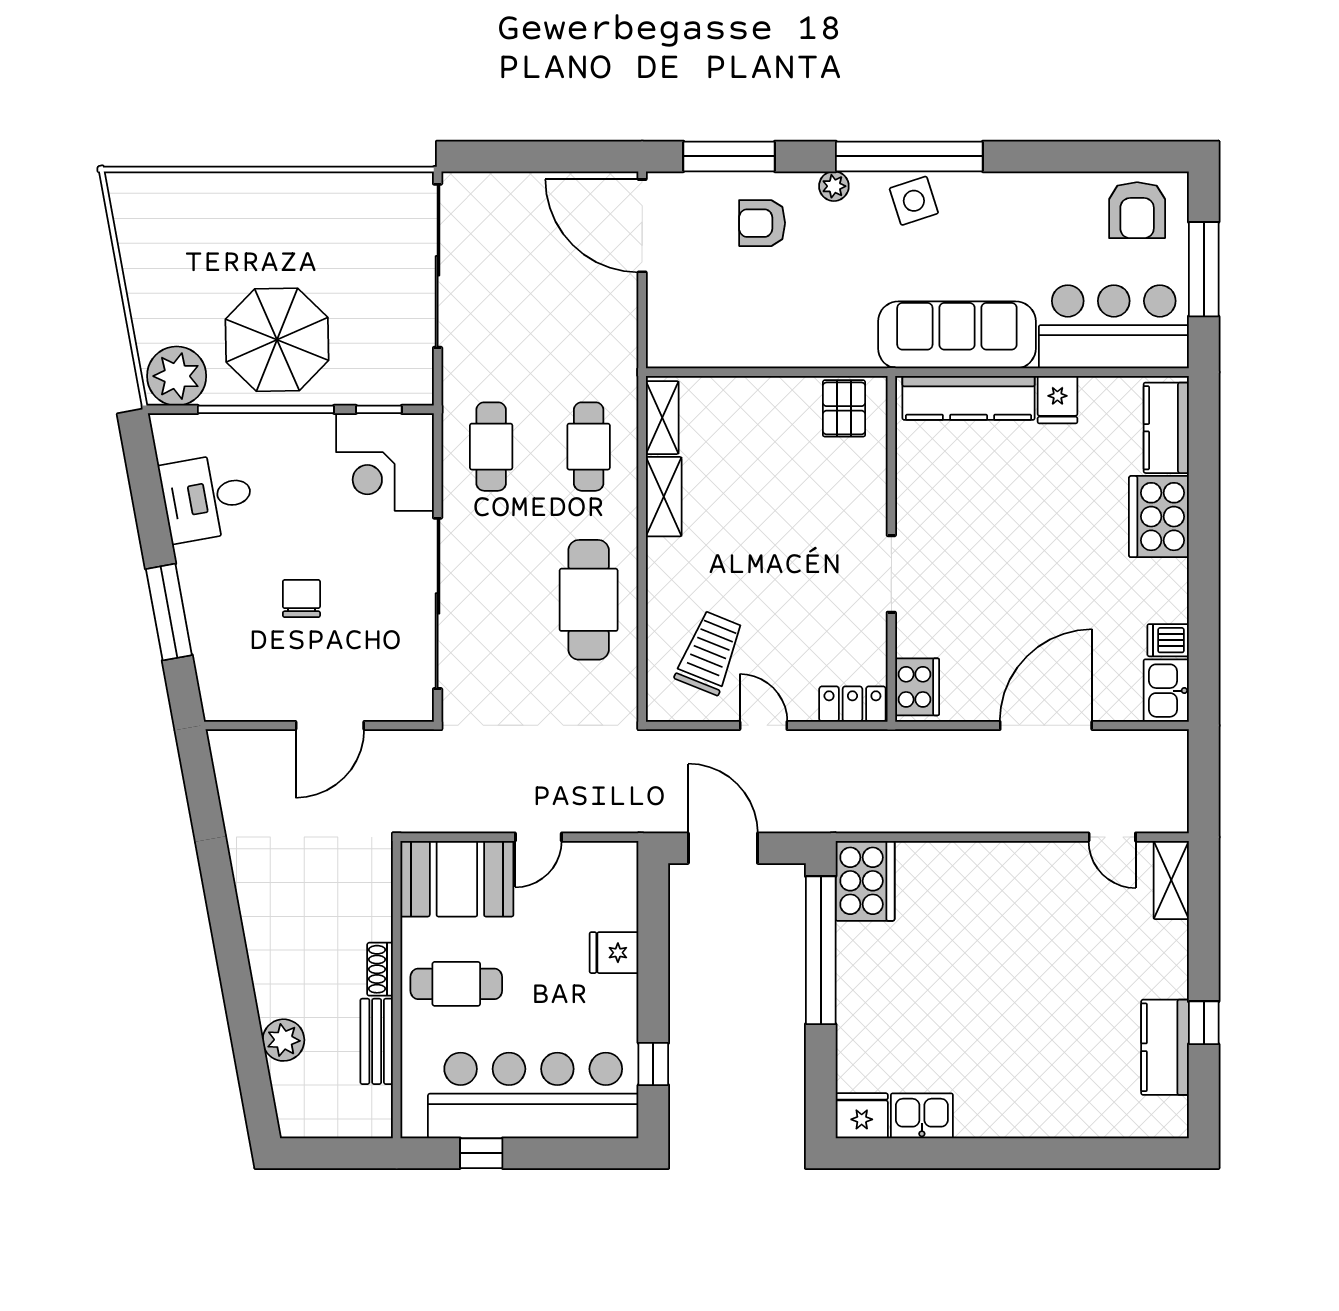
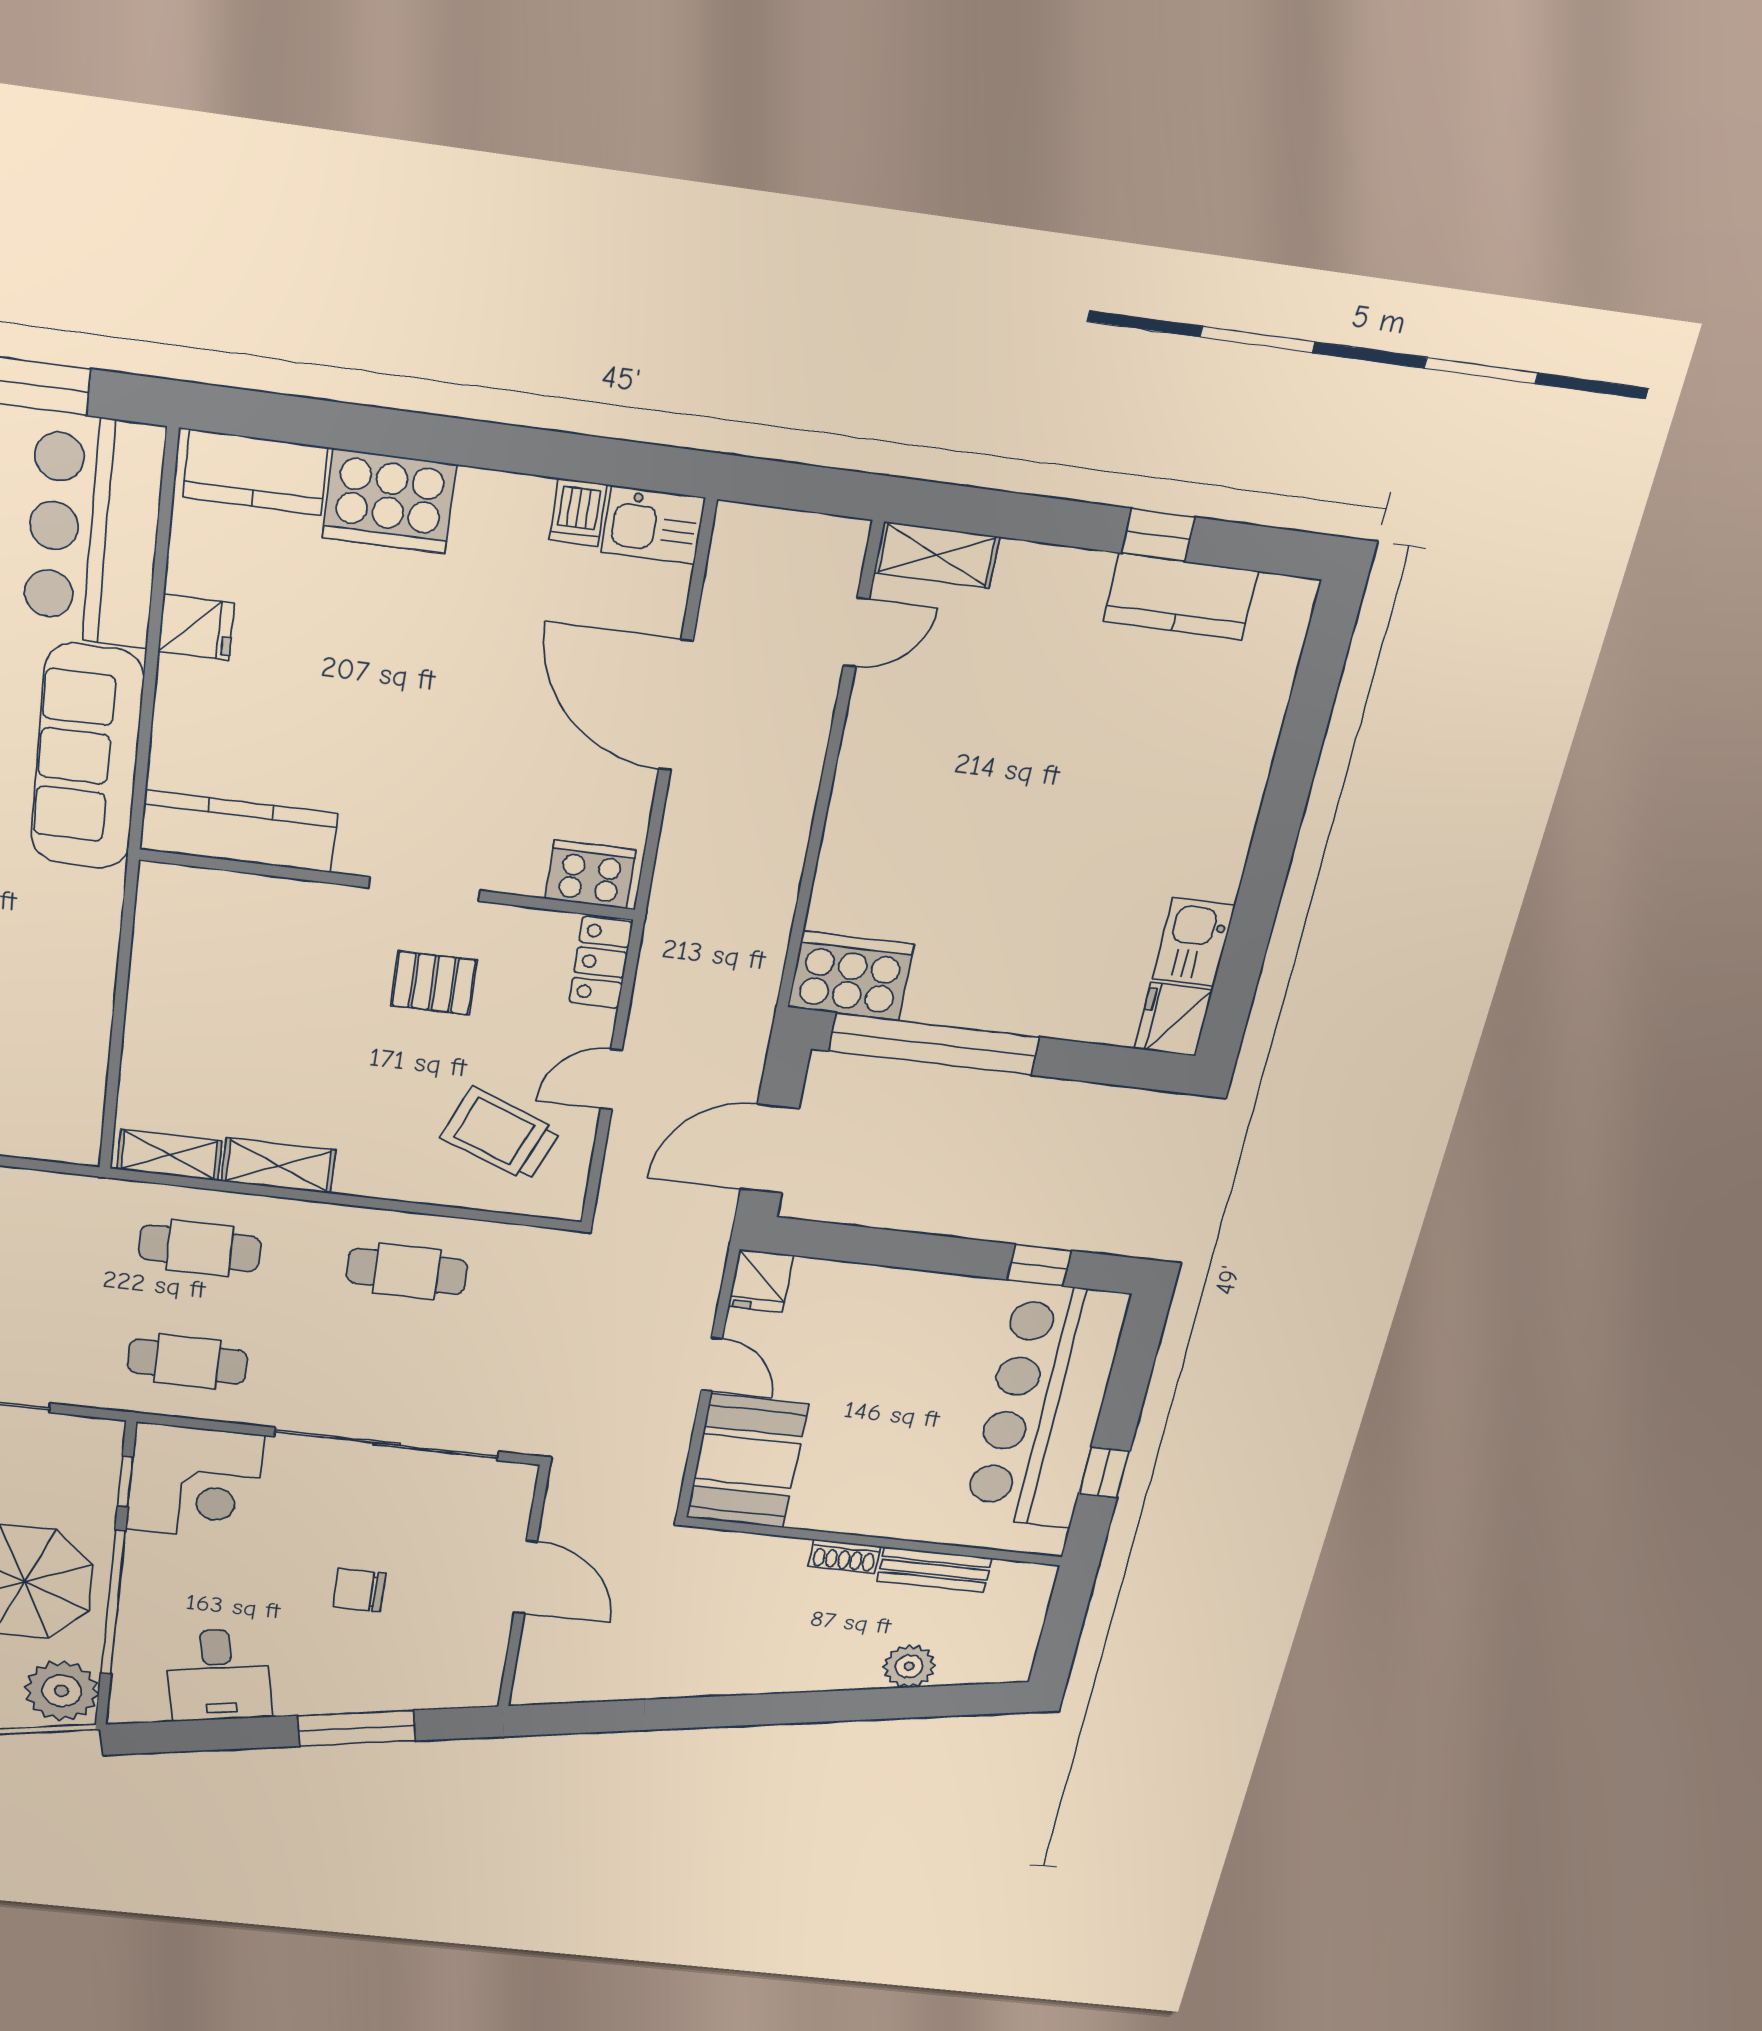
kitchen counter: (969, 398) -> (238, 831), moved, turned -90
pallet: (844, 408) -> (434, 983), moved
cafe table: (589, 600) -> (407, 1271), width x0.73, depth x0.74
fridge: (614, 953) -> (761, 1281), moved
cafe table: (456, 984) -> (882, 1476), removed

